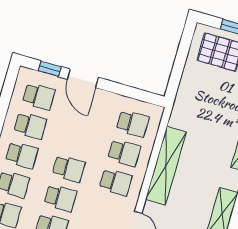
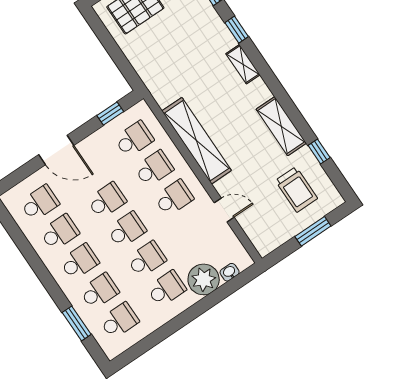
window: (50, 69) -> (110, 113), moved
school desk: (77, 139) -> (107, 200), added

